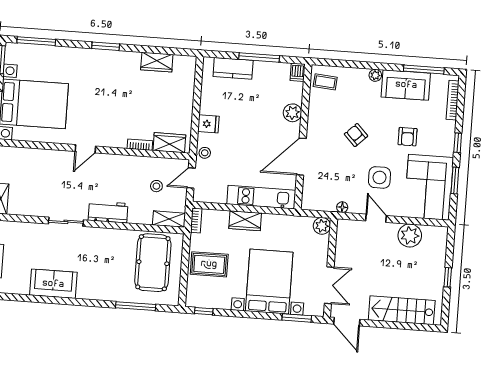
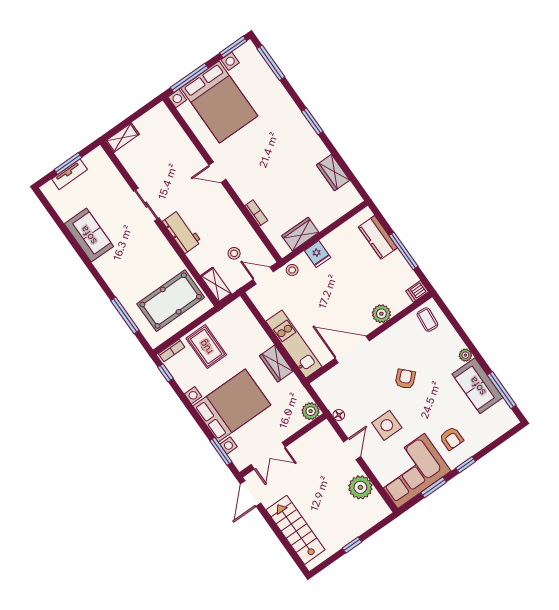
bookcase: (453, 100) -> (496, 433), removed
armchair: (408, 137) -> (451, 438), moved, turned -90
wardrobe: (169, 143) -> (300, 234), moved, turned -90
bookcase: (196, 220) -> (172, 350), moved
wardrobe: (245, 221) -> (276, 364), moved

